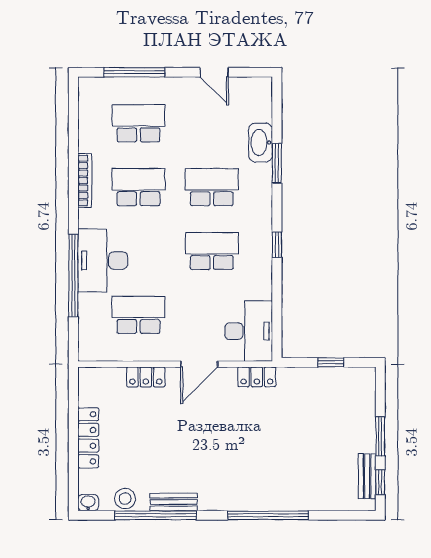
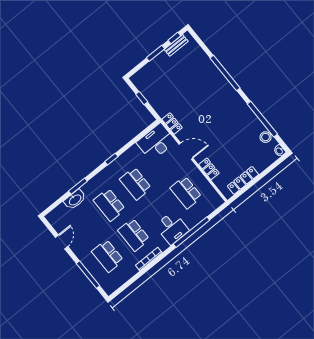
desk: (103, 260) -> (172, 228), width x0.73
locker: (88, 438) -> (243, 180), moved
bench: (174, 502) -> (251, 116), removed

